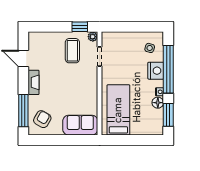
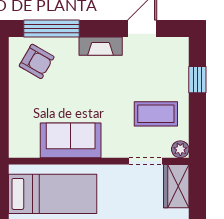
window: (80, 27) -> (197, 80), moved
wardrobe: (114, 39) -> (176, 186), added
sofa: (80, 125) -> (71, 140), moved, turned -90

